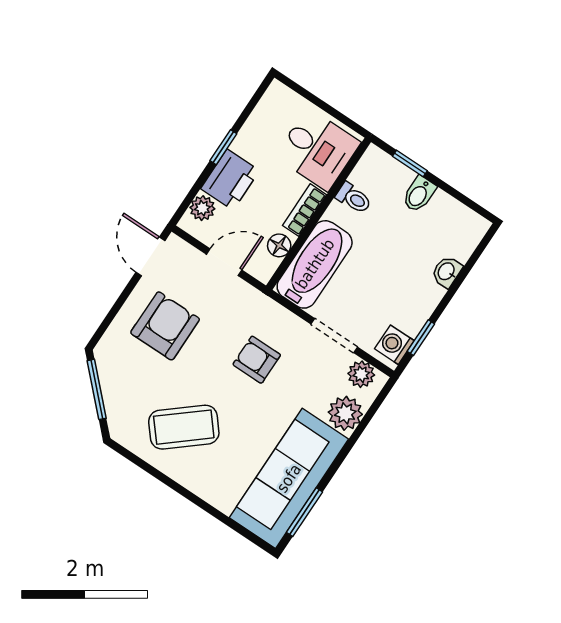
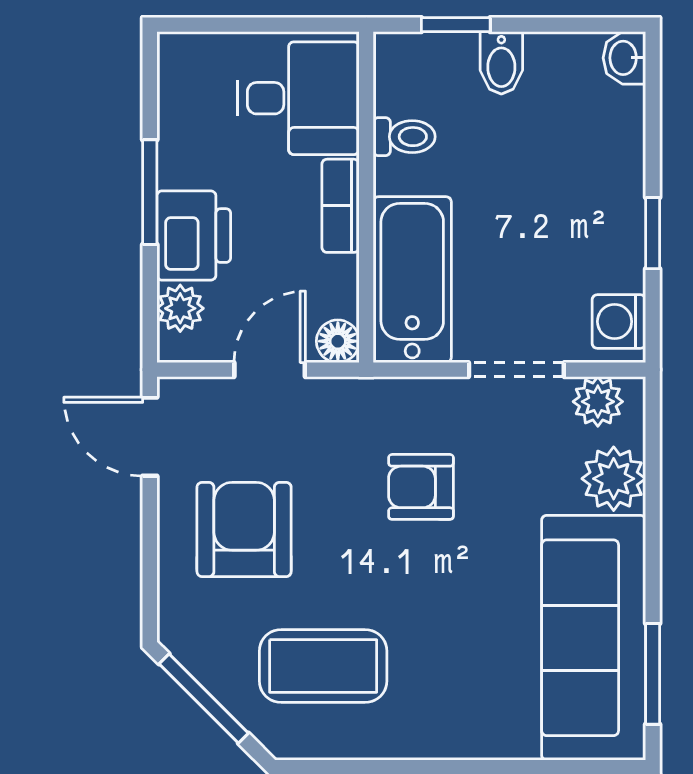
window: (223, 147) -> (150, 192), width x1.50
floor lamp: (279, 245) -> (338, 341), moved
washbasin: (447, 272) -> (624, 58), moved
window: (421, 338) -> (653, 233), moved
coffee table: (184, 427) -> (323, 666), moved, turned 40

